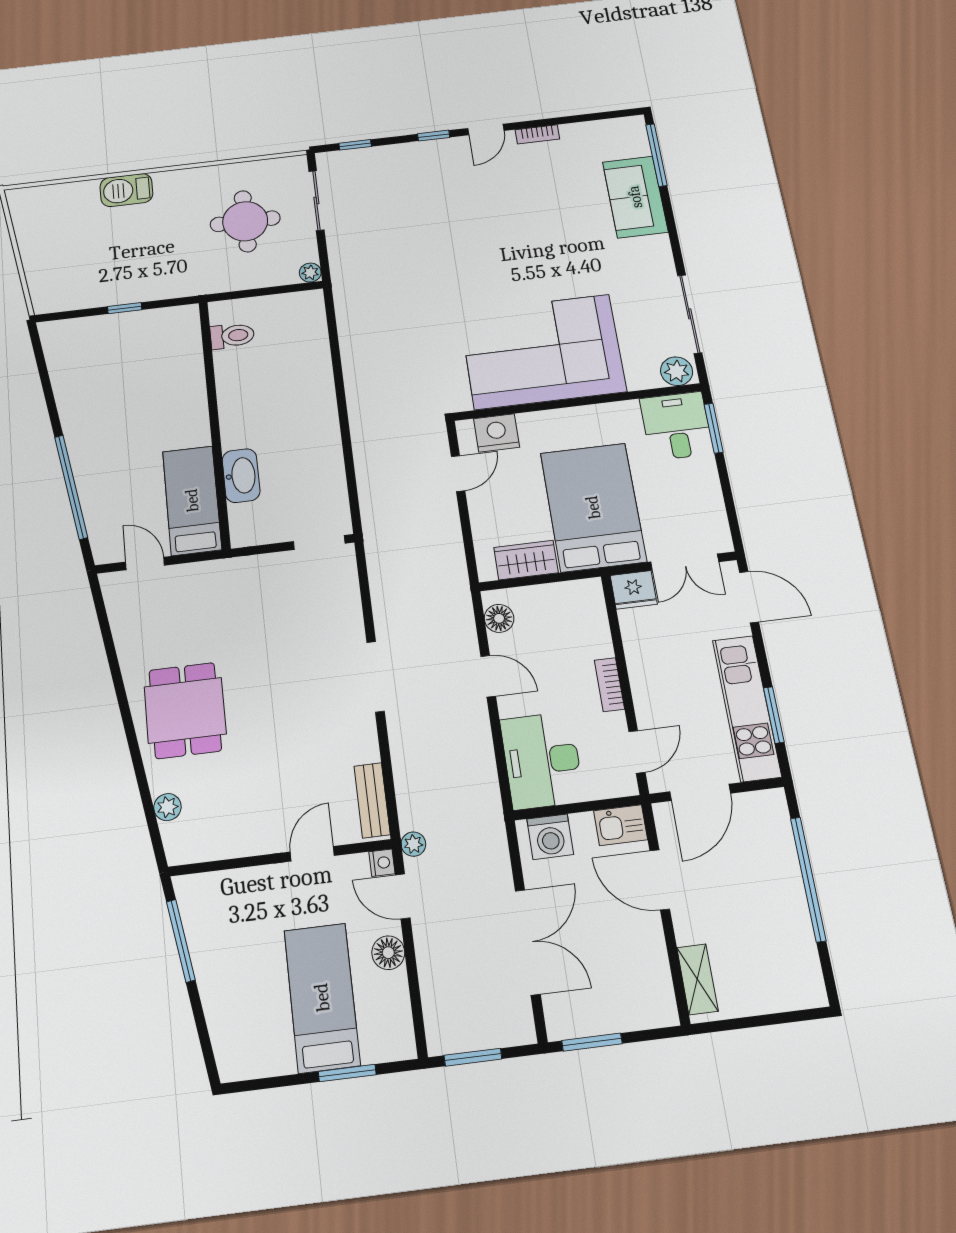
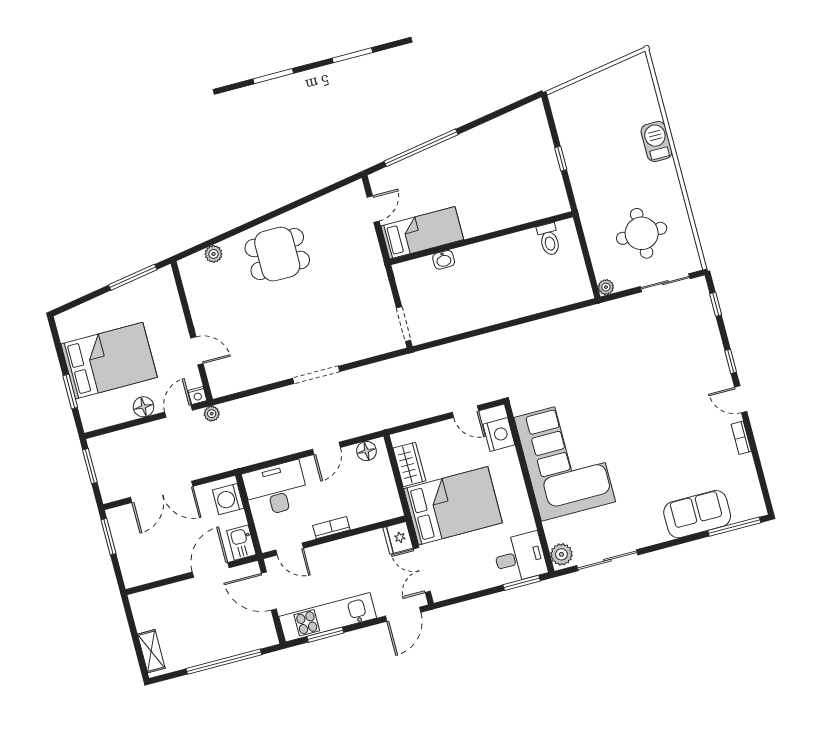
washbasin: (241, 476) -> (444, 260), width x0.52, depth x0.69
bench: (372, 800) -> (236, 384), removed
shelving: (697, 979) -> (151, 651), moved, turned 90
bed: (322, 997) -> (109, 361), width x1.50

